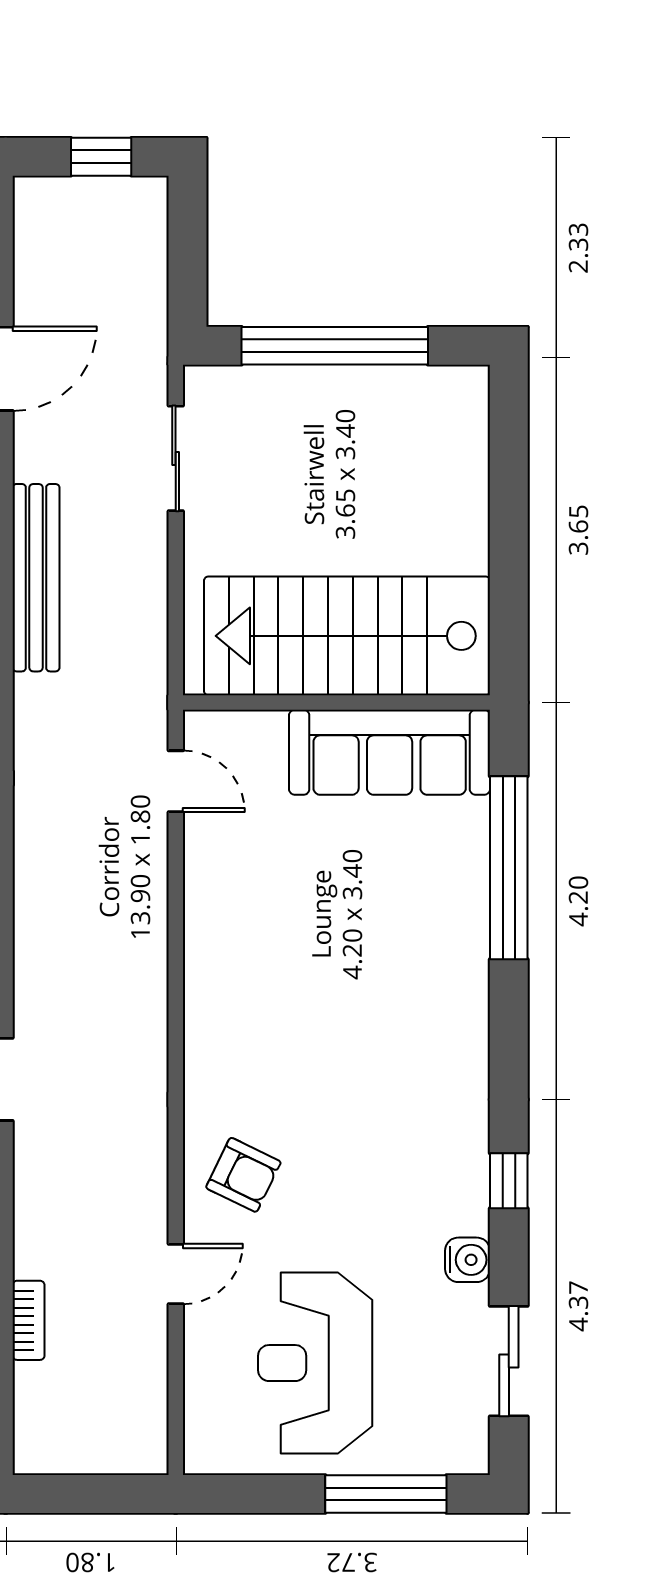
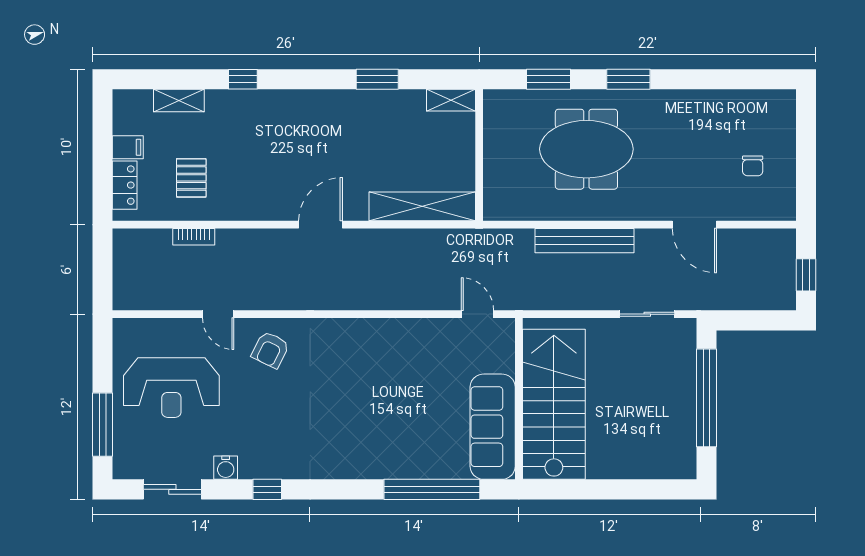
door: (176, 781) -> (477, 314), swing flipped
reception desk: (315, 1363) -> (171, 388), turned 180

